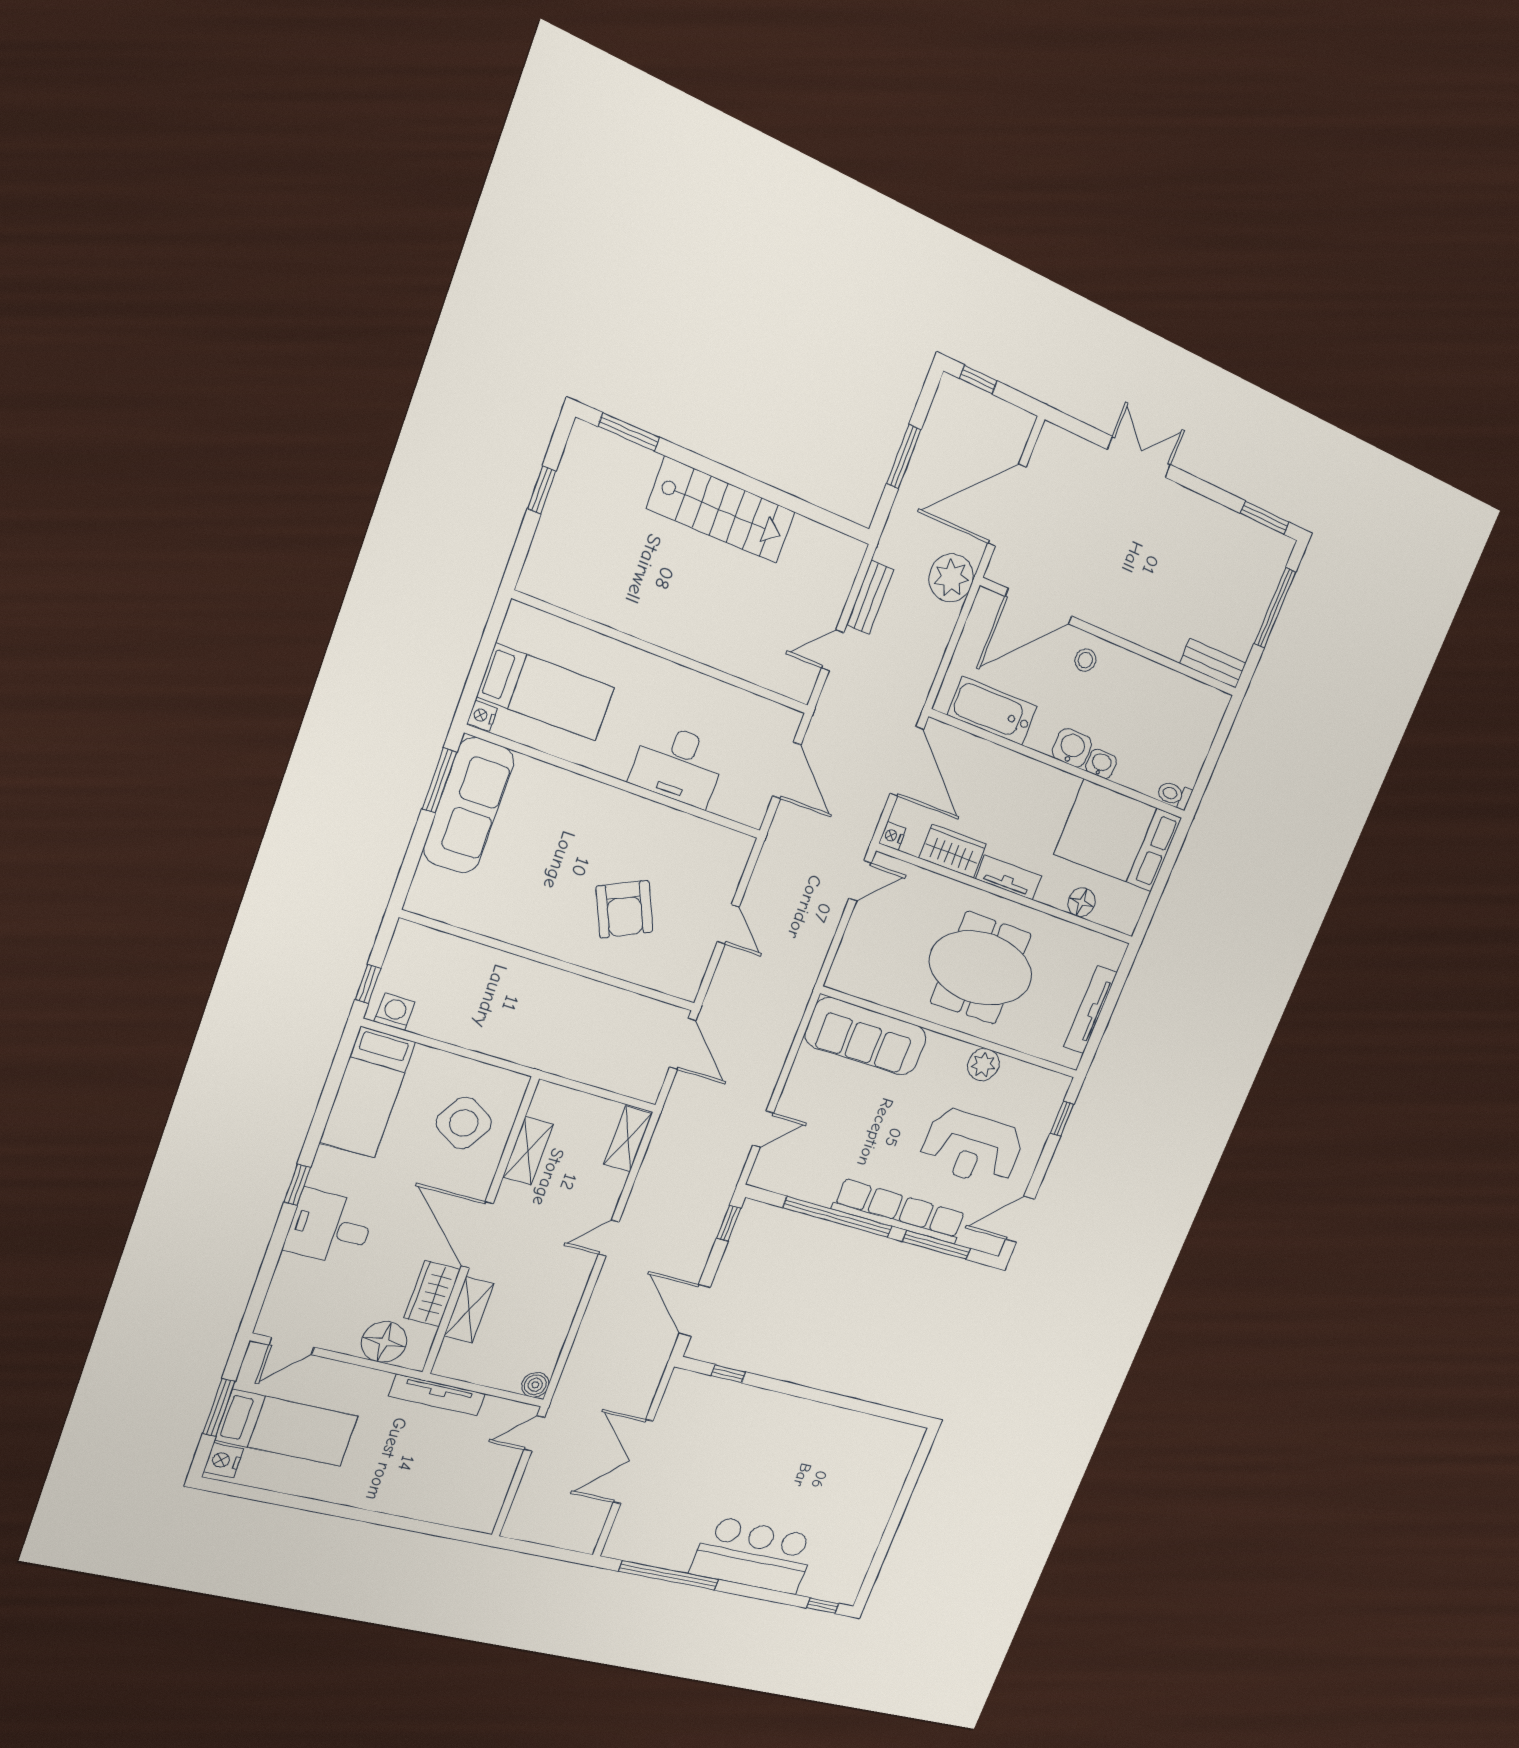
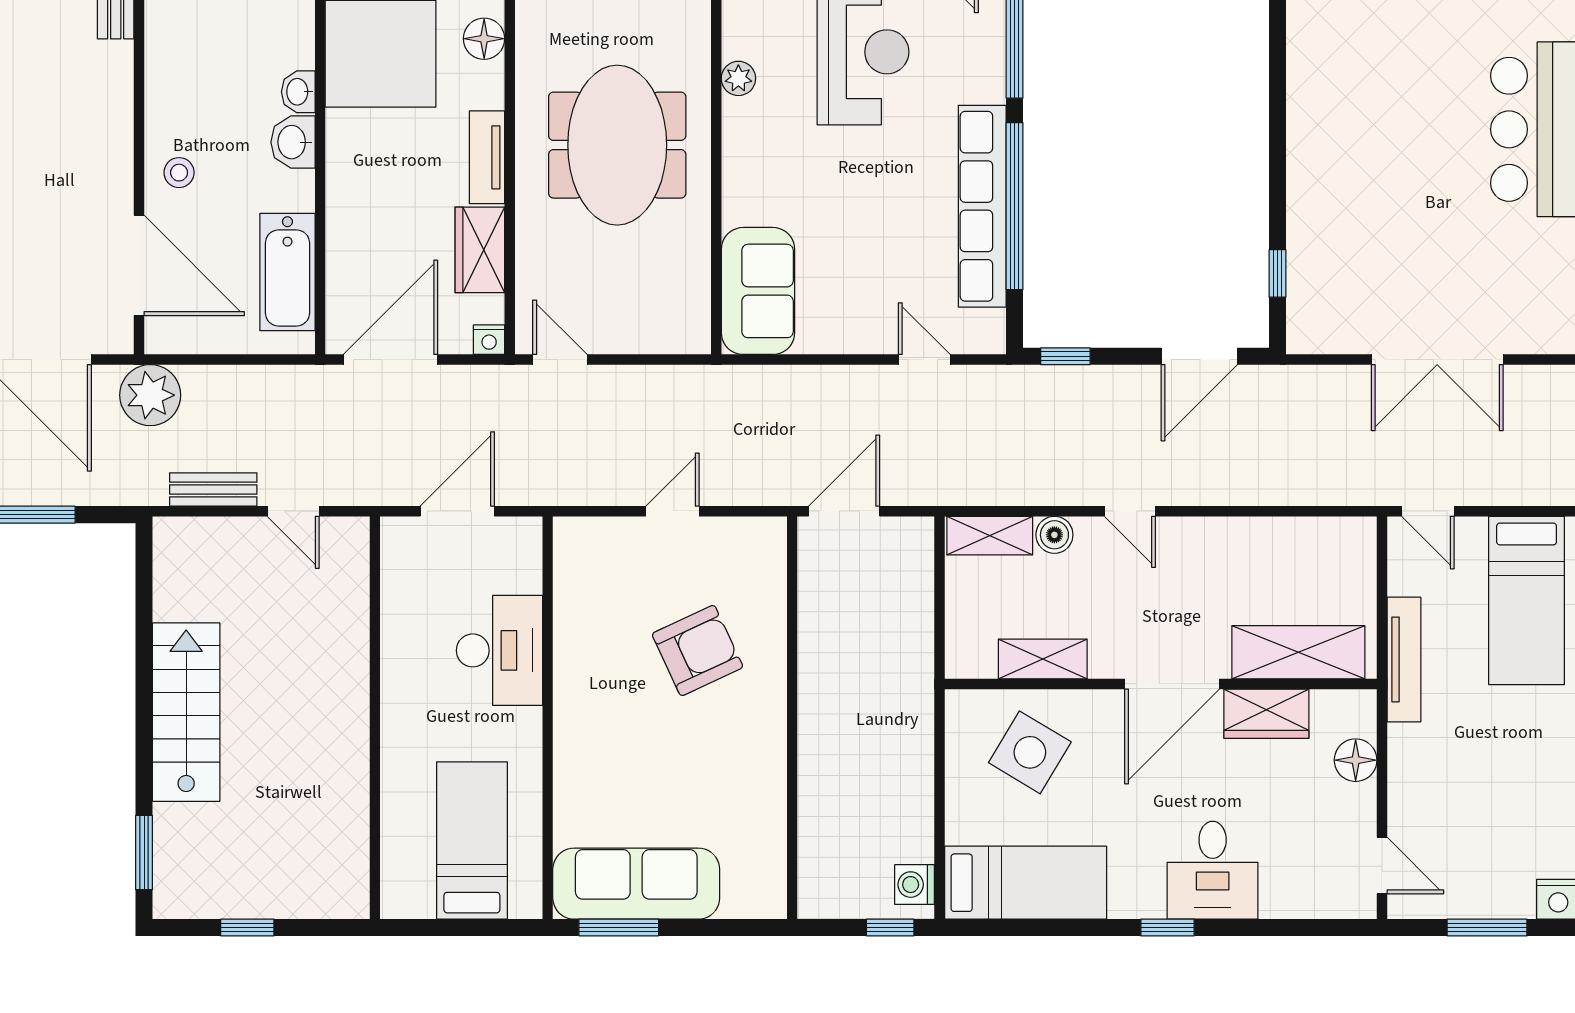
nightstand: (482, 716) -> (526, 905), removed
sofa: (866, 1036) -> (758, 291), width x0.73
plant: (983, 1065) -> (738, 78), width x0.73, depth x0.73
row of seats: (899, 1211) -> (982, 206), moved
shelving: (469, 1310) -> (1298, 652), width x1.50, depth x1.33
floor lamp: (384, 1342) -> (1356, 760), width x0.73, depth x0.73
boiler: (535, 1385) -> (1054, 535), moved
bed: (287, 1428) -> (1527, 600), moved, turned 180

